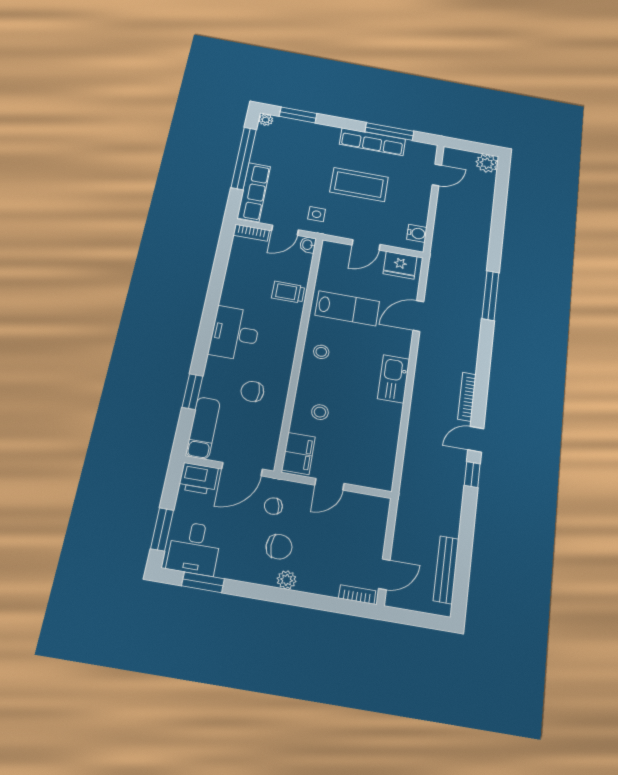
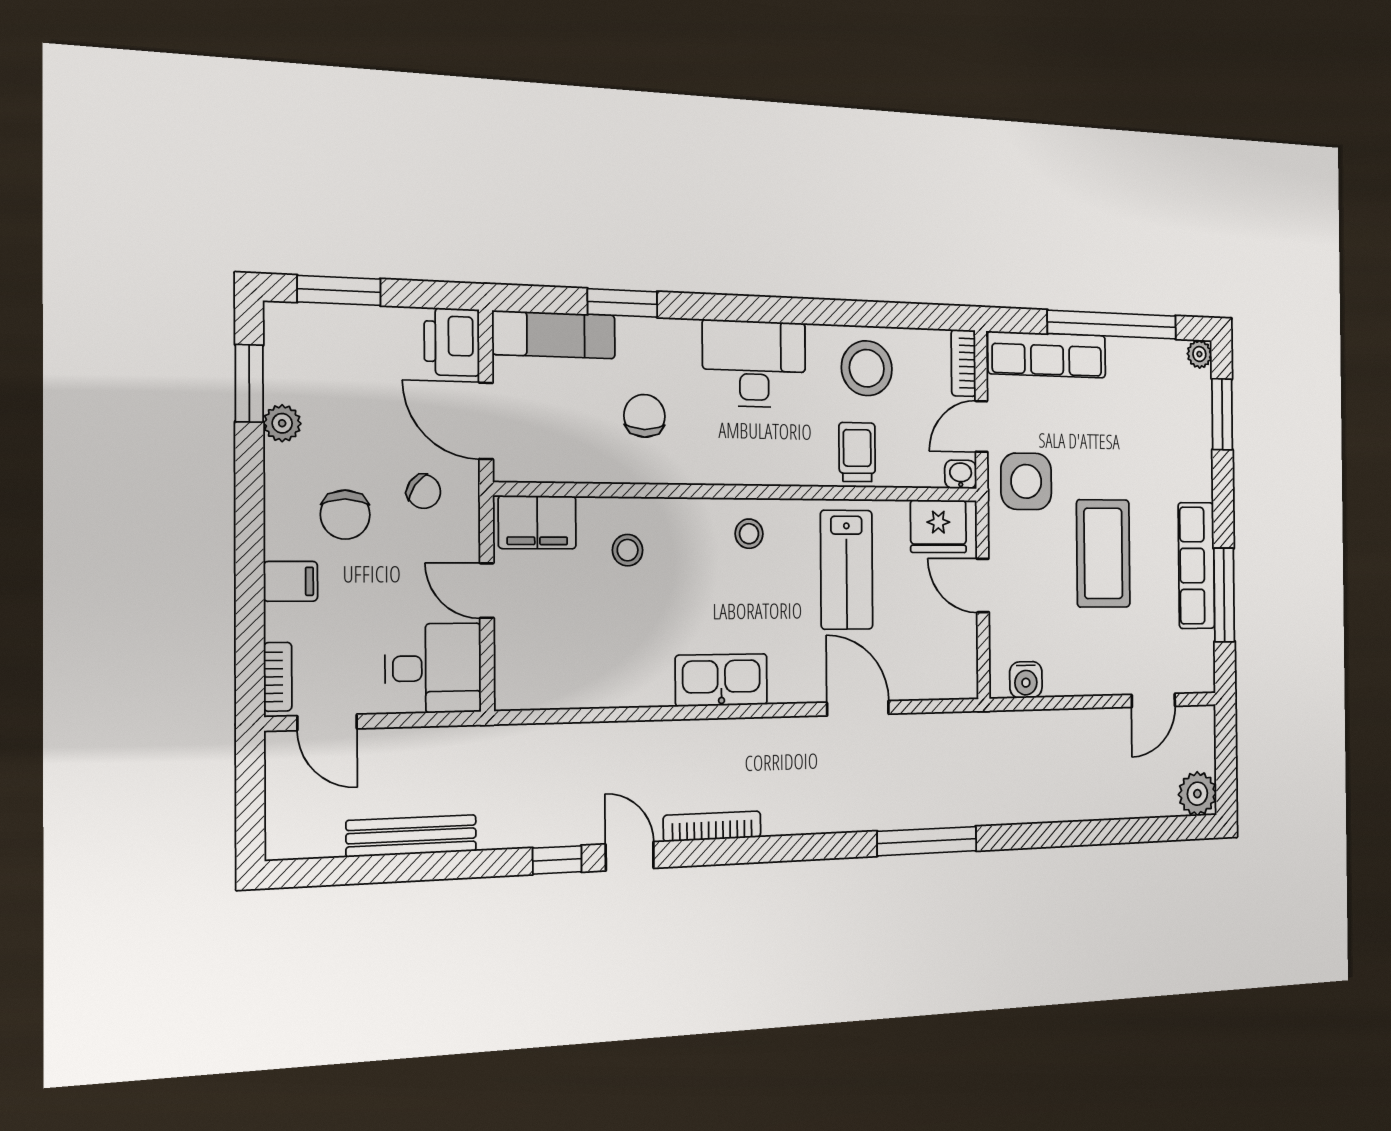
door: (437, 175) -> (1153, 700), hinge flipped
side table: (317, 214) -> (1026, 481), width x1.87, depth x1.87
door: (285, 230) -> (981, 426), hinge flipped
fridge: (400, 265) -> (938, 526), moved, turned -90
stool: (246, 280) -> (867, 368), added
chair: (273, 506) -> (424, 491), turned 135
desk: (194, 548) -> (433, 668), moved, turned 180
bench: (446, 570) -> (412, 836), moved
plant: (287, 580) -> (282, 423), moved
filing cabinet: (309, 580) -> (291, 581), added

